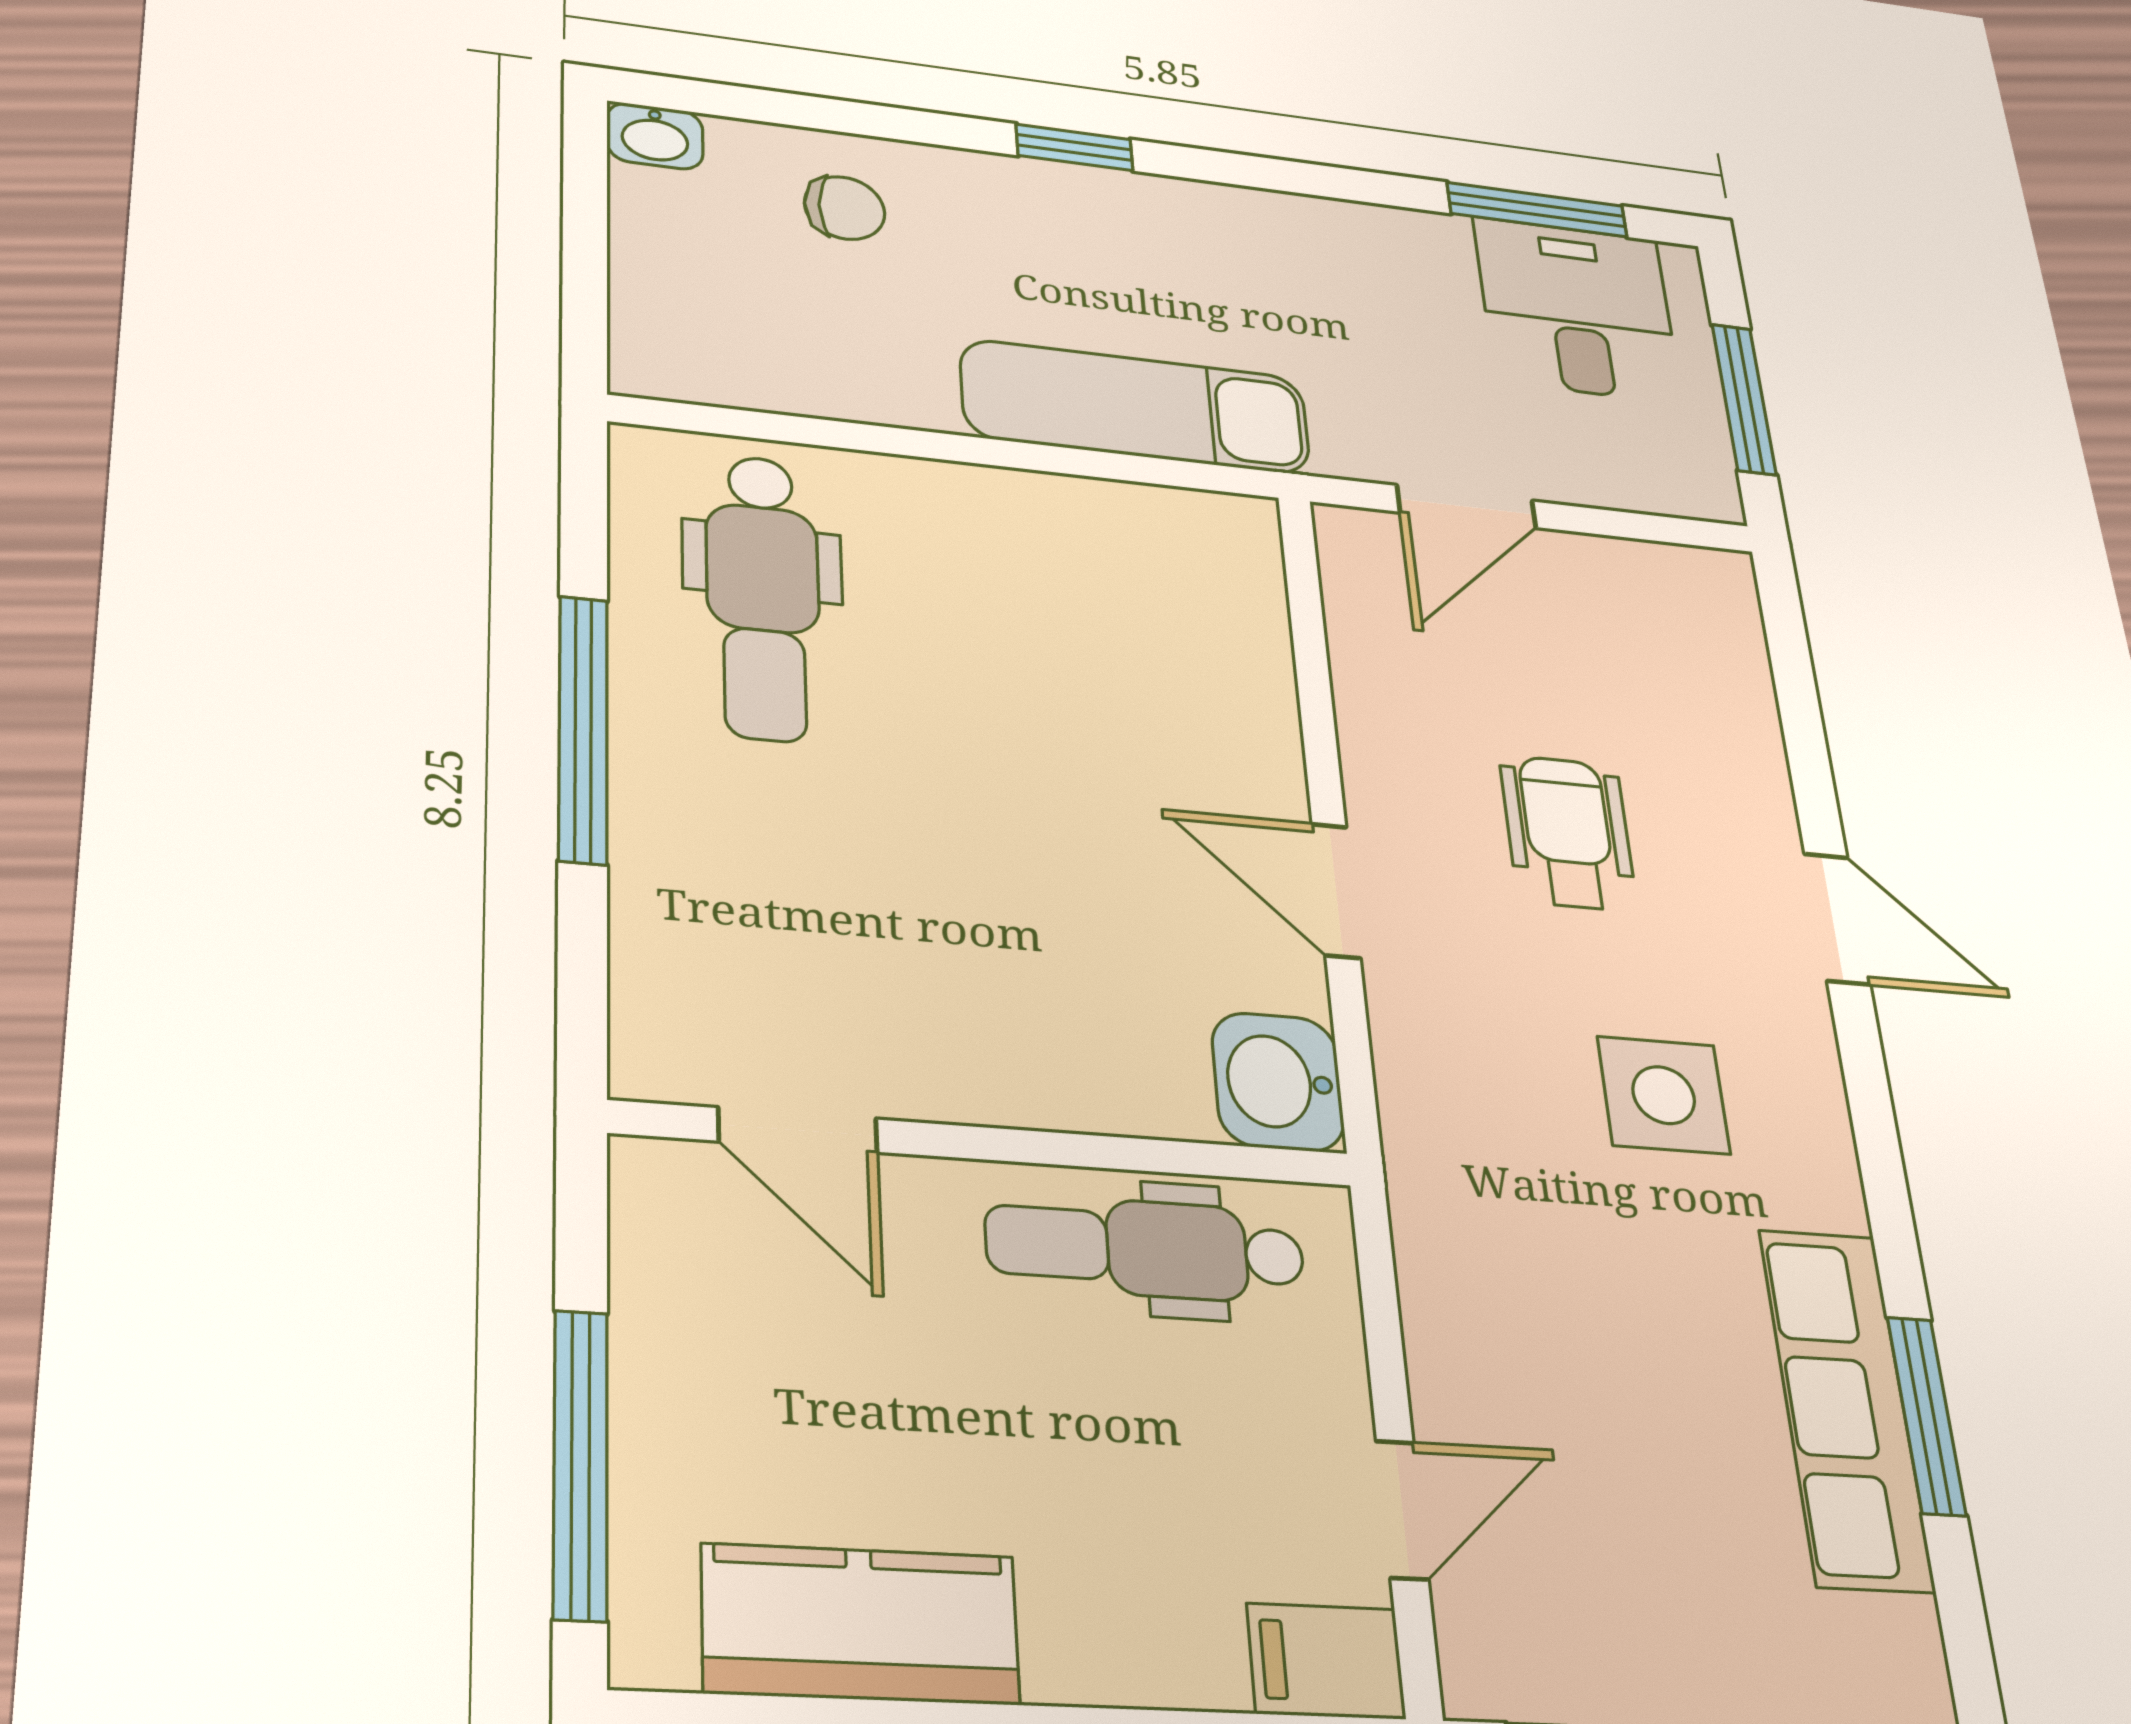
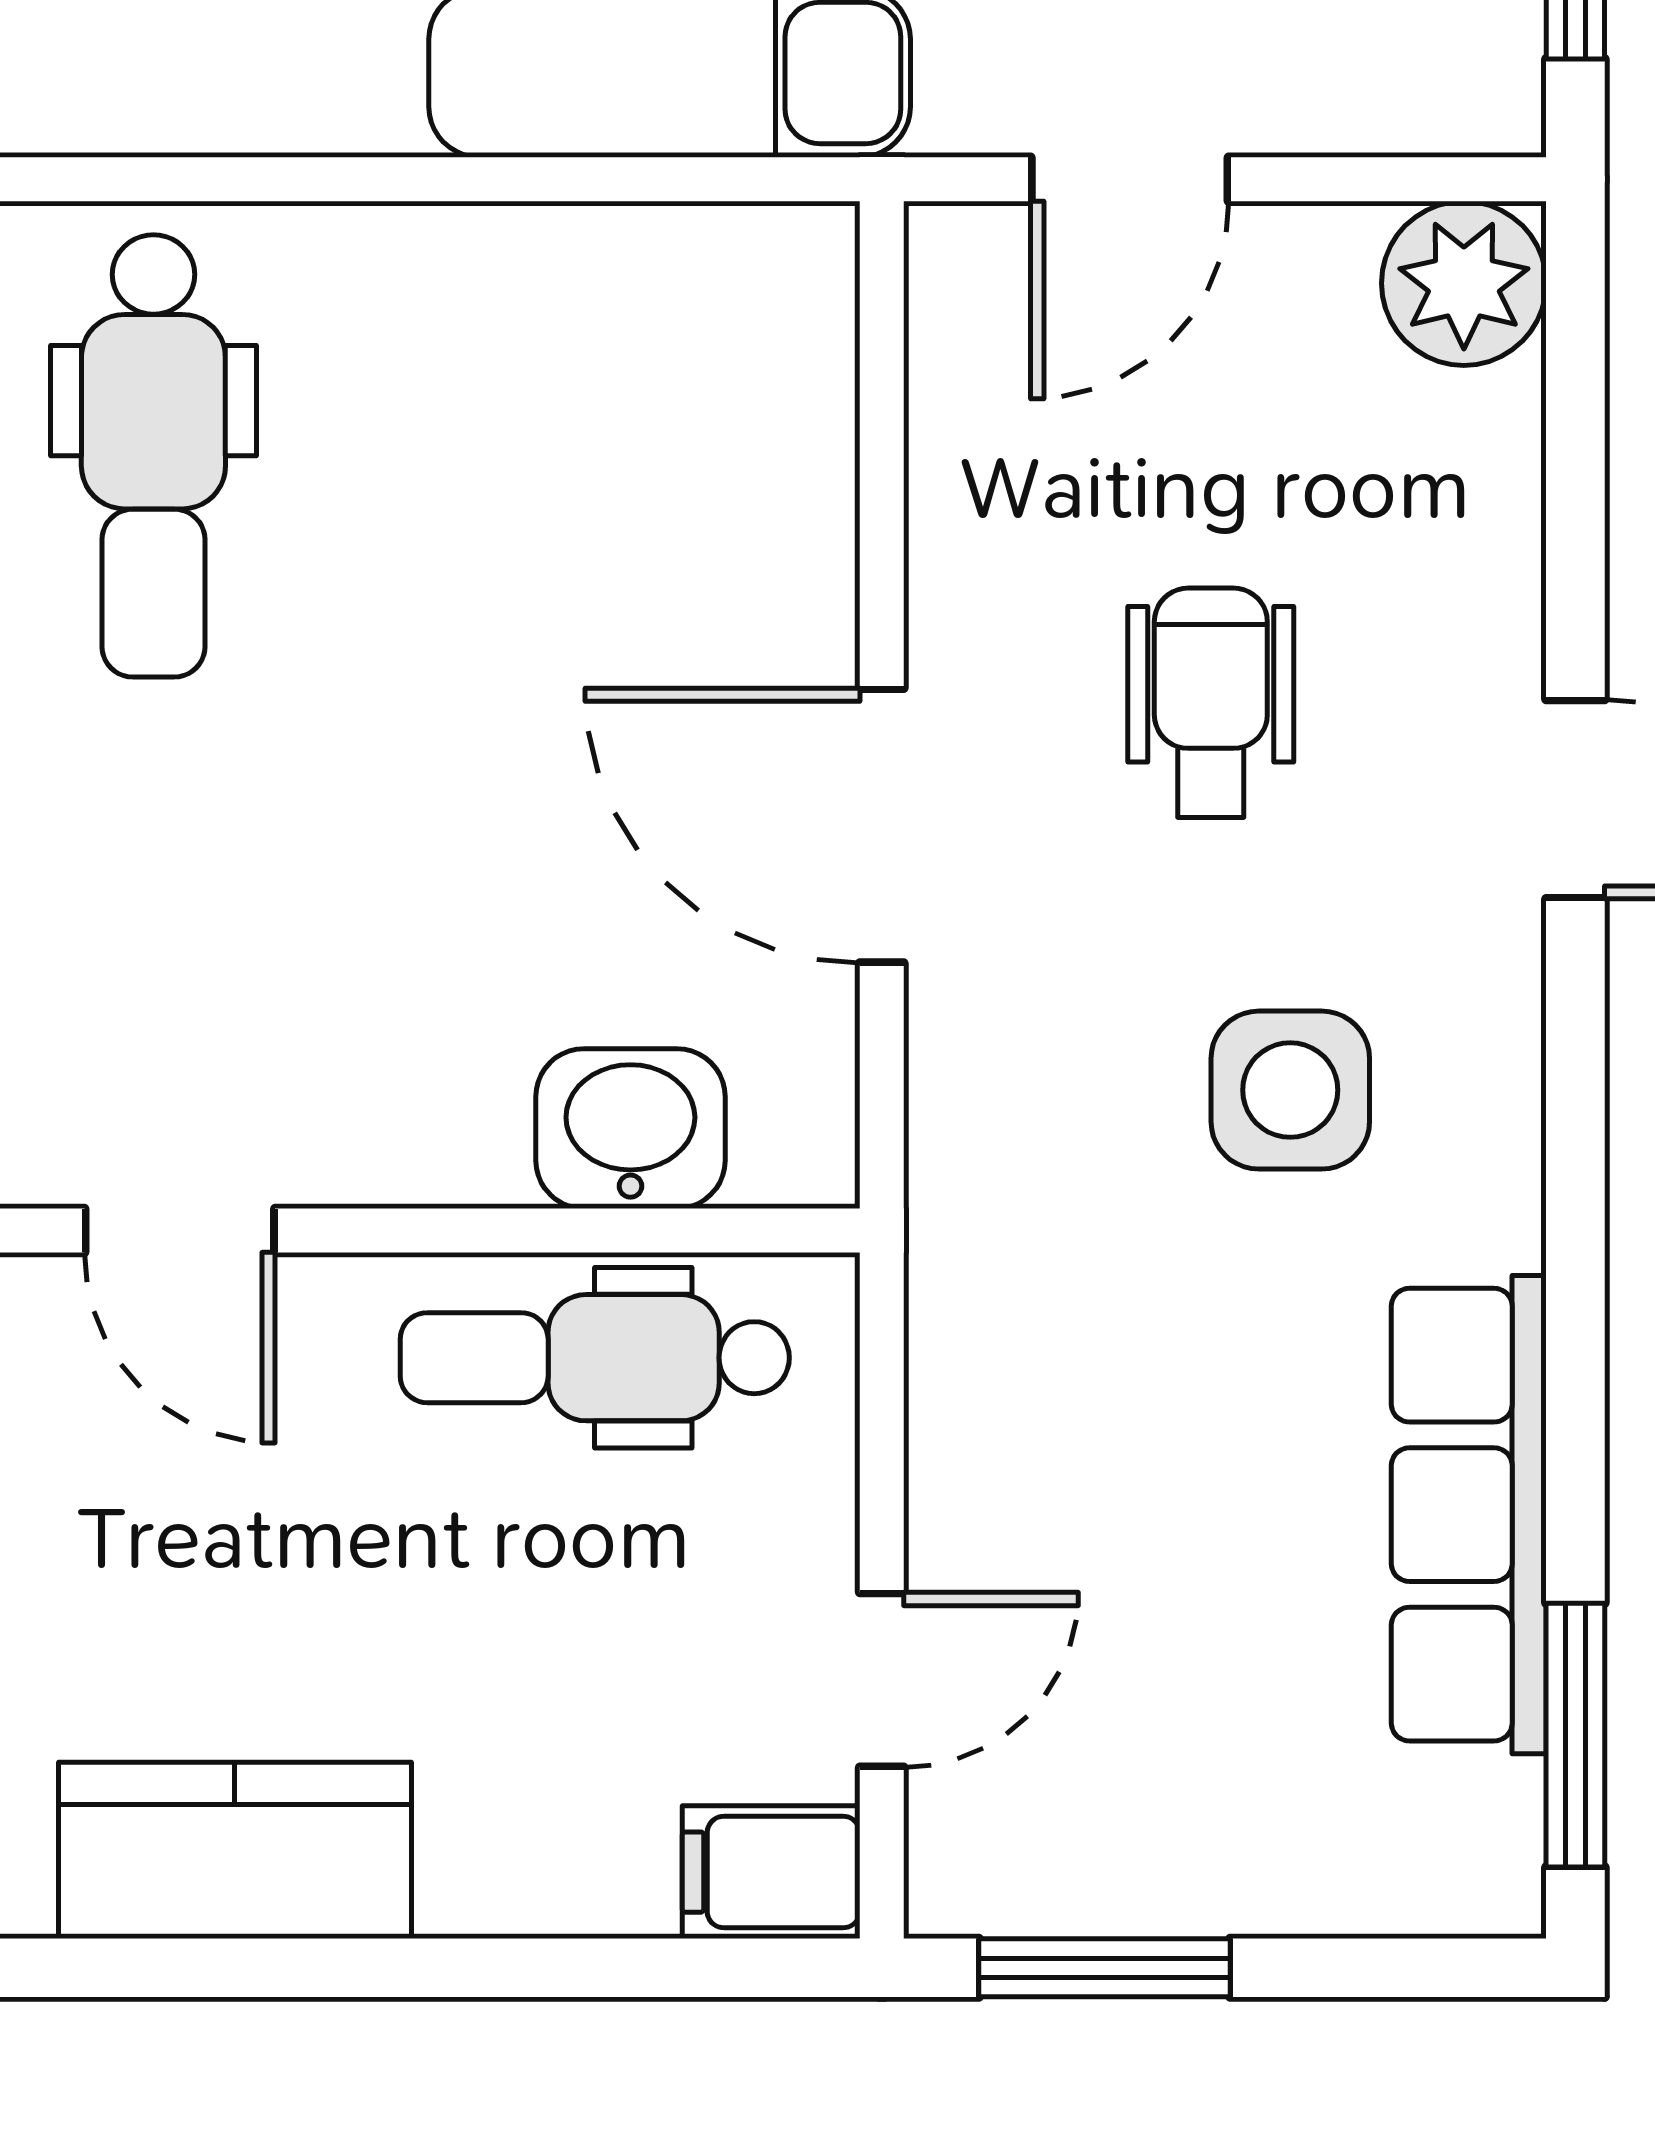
plant: (1705, 593) -> (1464, 283), added
door: (1336, 891) -> (882, 826), width x1.38
washbasin: (1278, 1082) -> (630, 1129), moved, turned 90
window: (1926, 1416) -> (1575, 1735), moved

